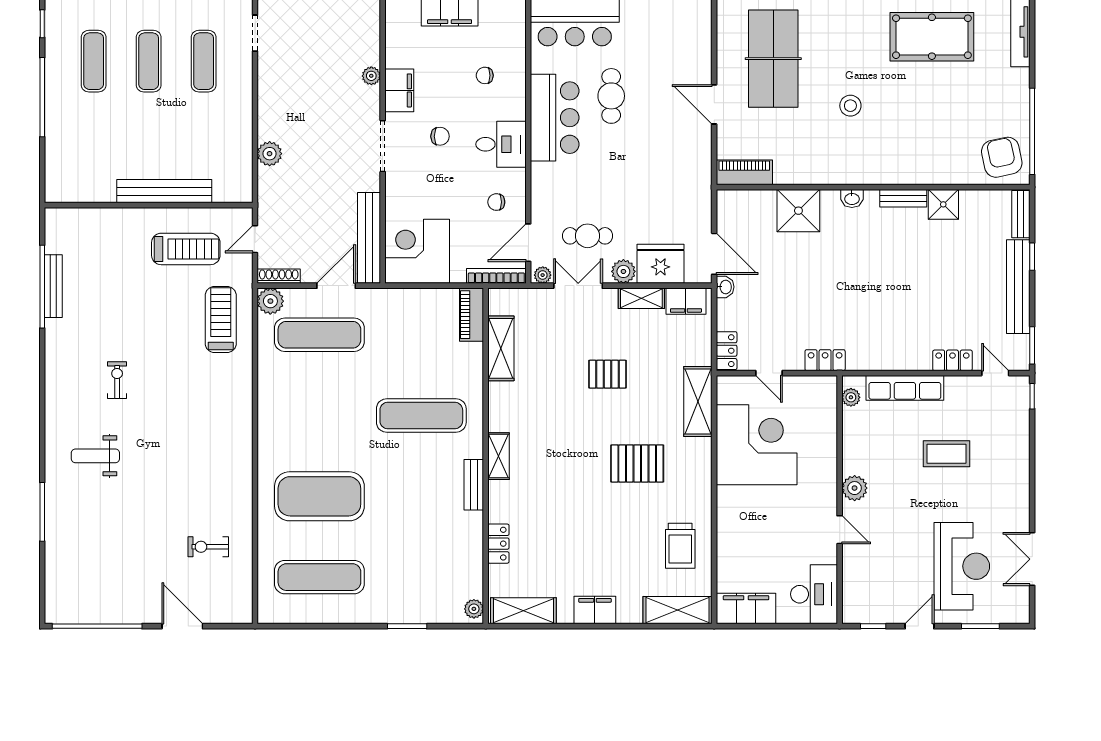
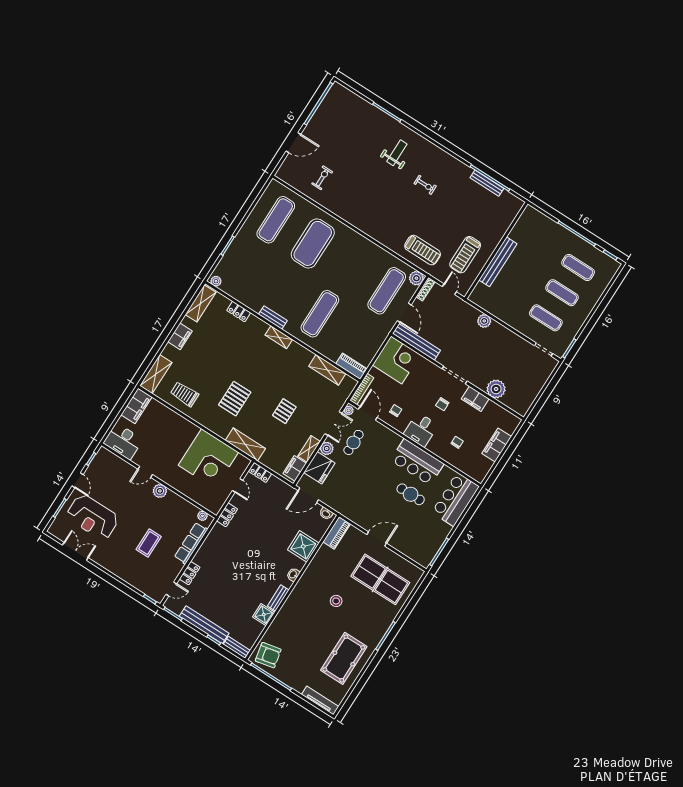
plant: (371, 76) -> (496, 389), width x1.88, depth x1.88
washbasin: (725, 287) -> (326, 514), moved
door: (769, 373) -> (238, 485), swing flipped

